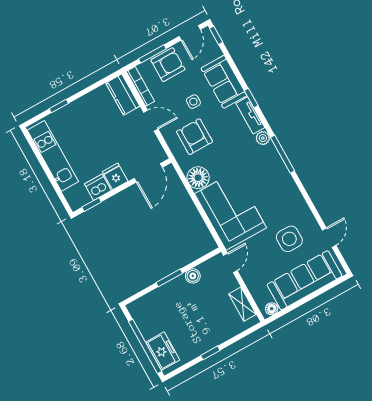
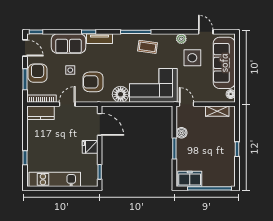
plant: (263, 138) -> (181, 39), moved
coffee table: (273, 178) -> (148, 47), added
dishwasher: (98, 187) -> (91, 162), removed
freezer: (163, 351) -> (190, 179), moved

